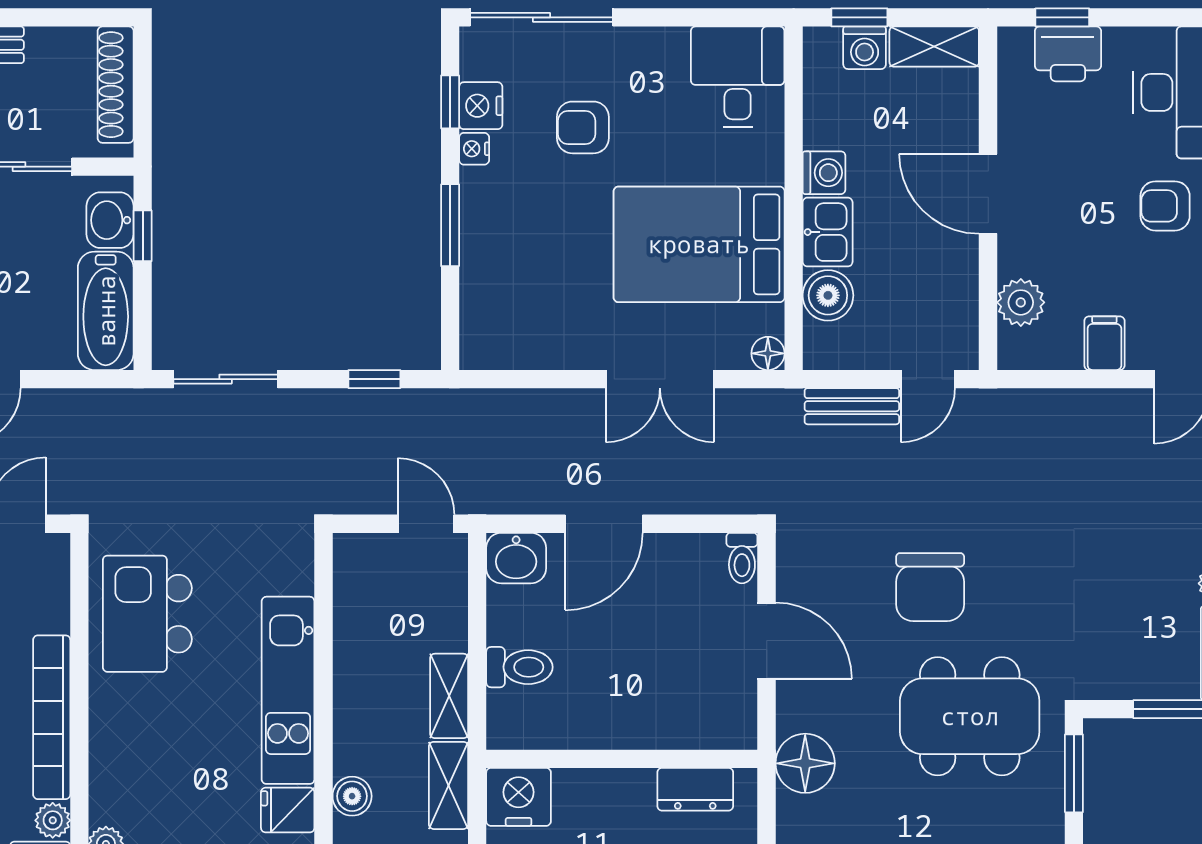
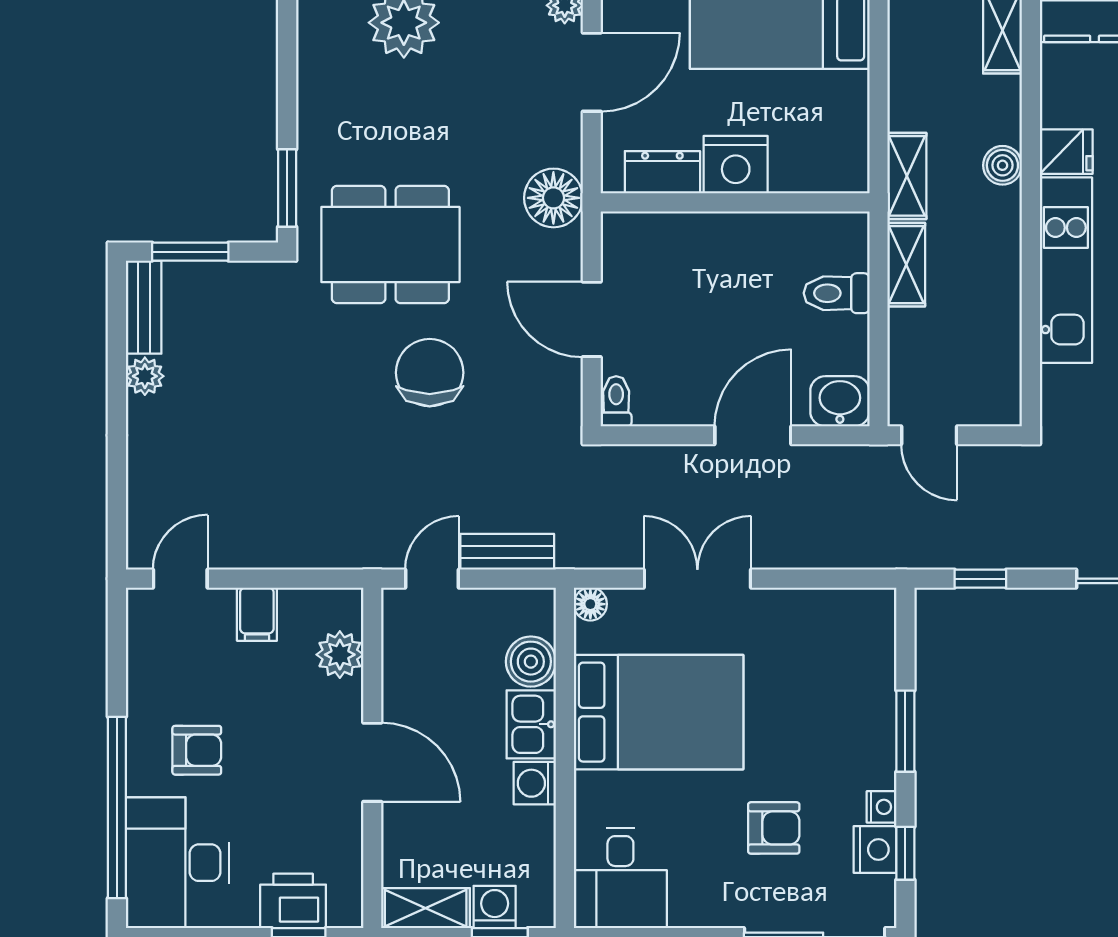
nightstand: (519, 797) -> (736, 165), moved

